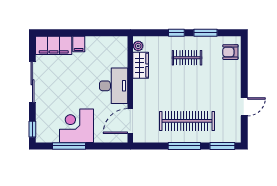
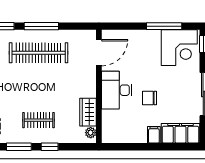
chair: (83, 78) -> (149, 98), added
corner desk: (76, 126) -> (179, 48), moved

